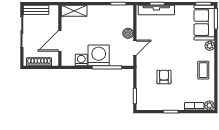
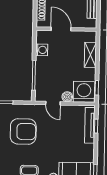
shelving: (74, 11) -> (90, 55), moved
washing machine: (99, 55) -> (84, 92), moved, turned -90
armchair: (164, 77) -> (23, 131), width x1.88, depth x1.88

